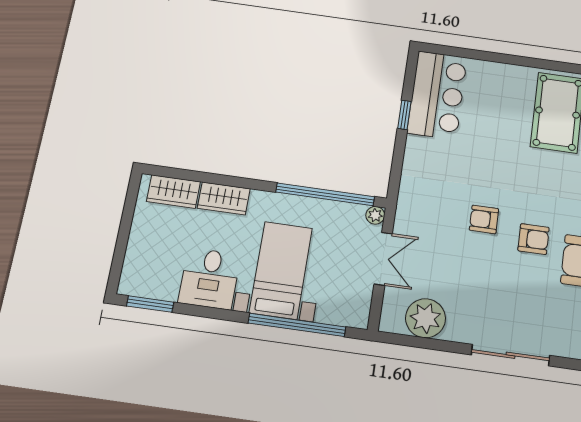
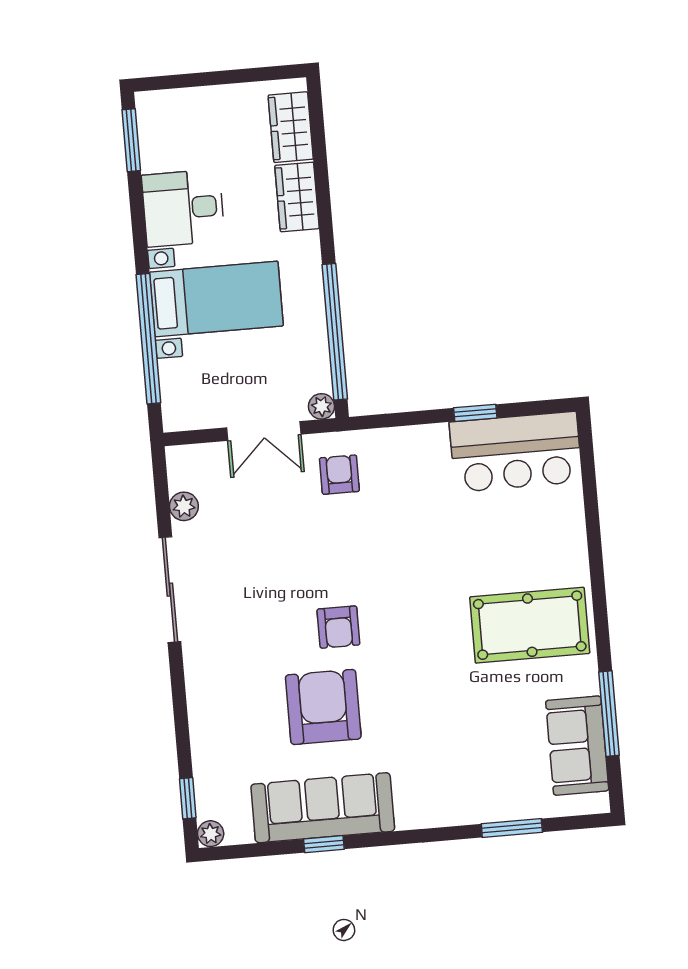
armchair: (484, 219) -> (339, 475), moved
plant: (425, 318) -> (184, 506), width x0.53, depth x0.53
sliding door: (510, 355) -> (170, 590), moved

